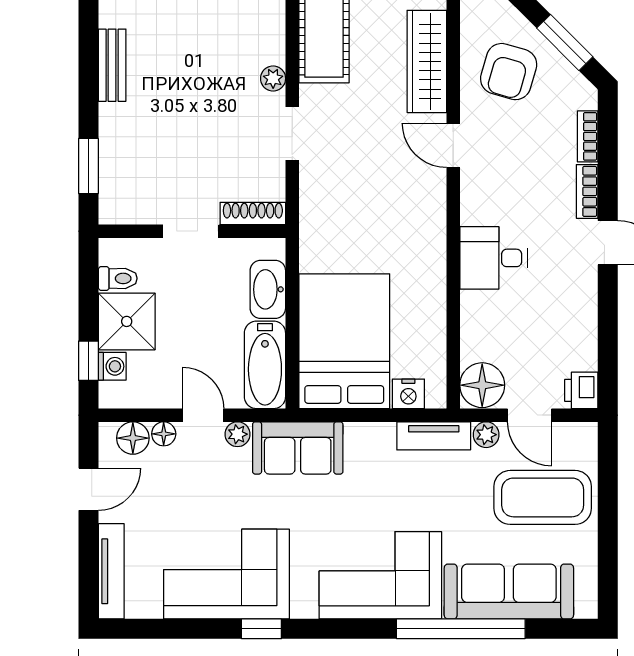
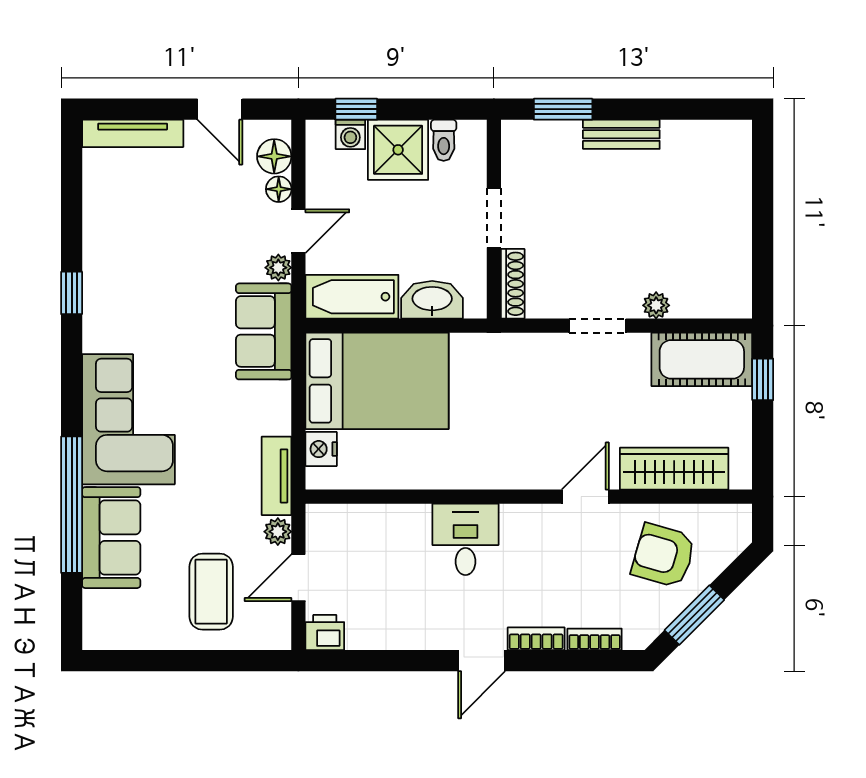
bench: (112, 65) -> (621, 134), moved
floor lamp: (482, 385) -> (330, 527), removed
coffee table: (543, 497) -> (211, 592), width x0.73, depth x0.76
corner sofa: (227, 574) -> (130, 256), removed
sofa: (509, 591) -> (111, 538), width x0.73

